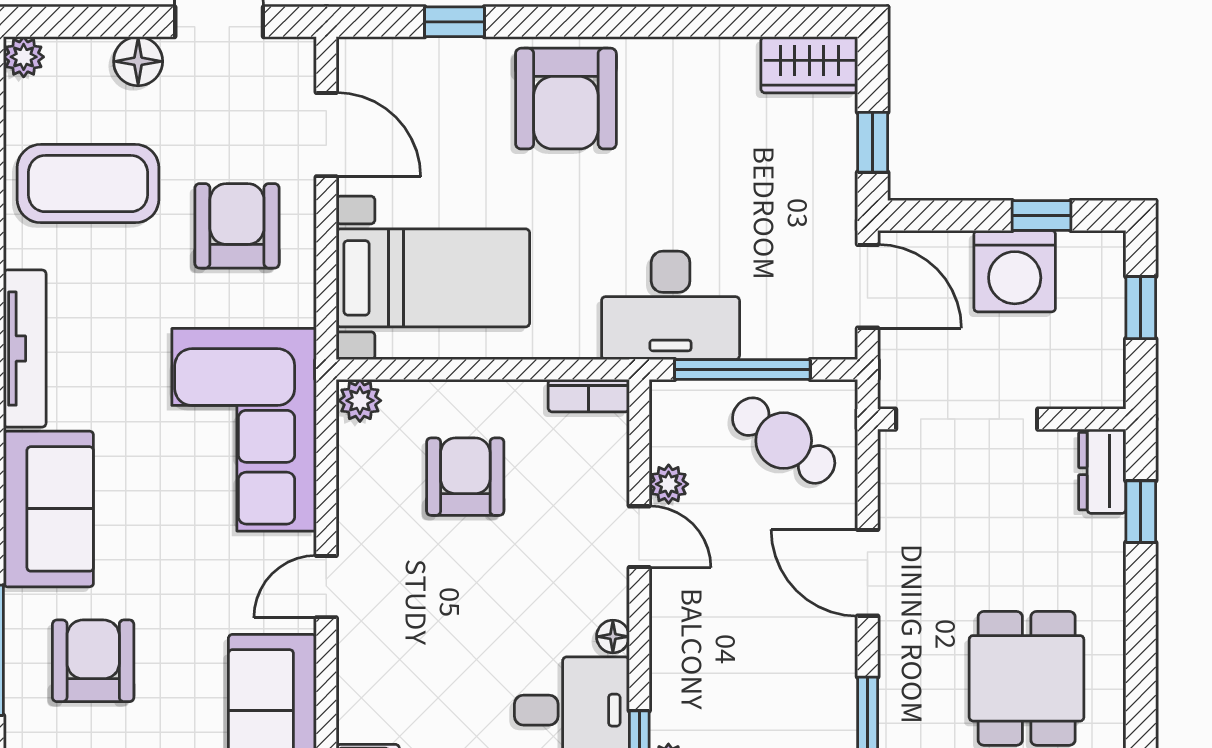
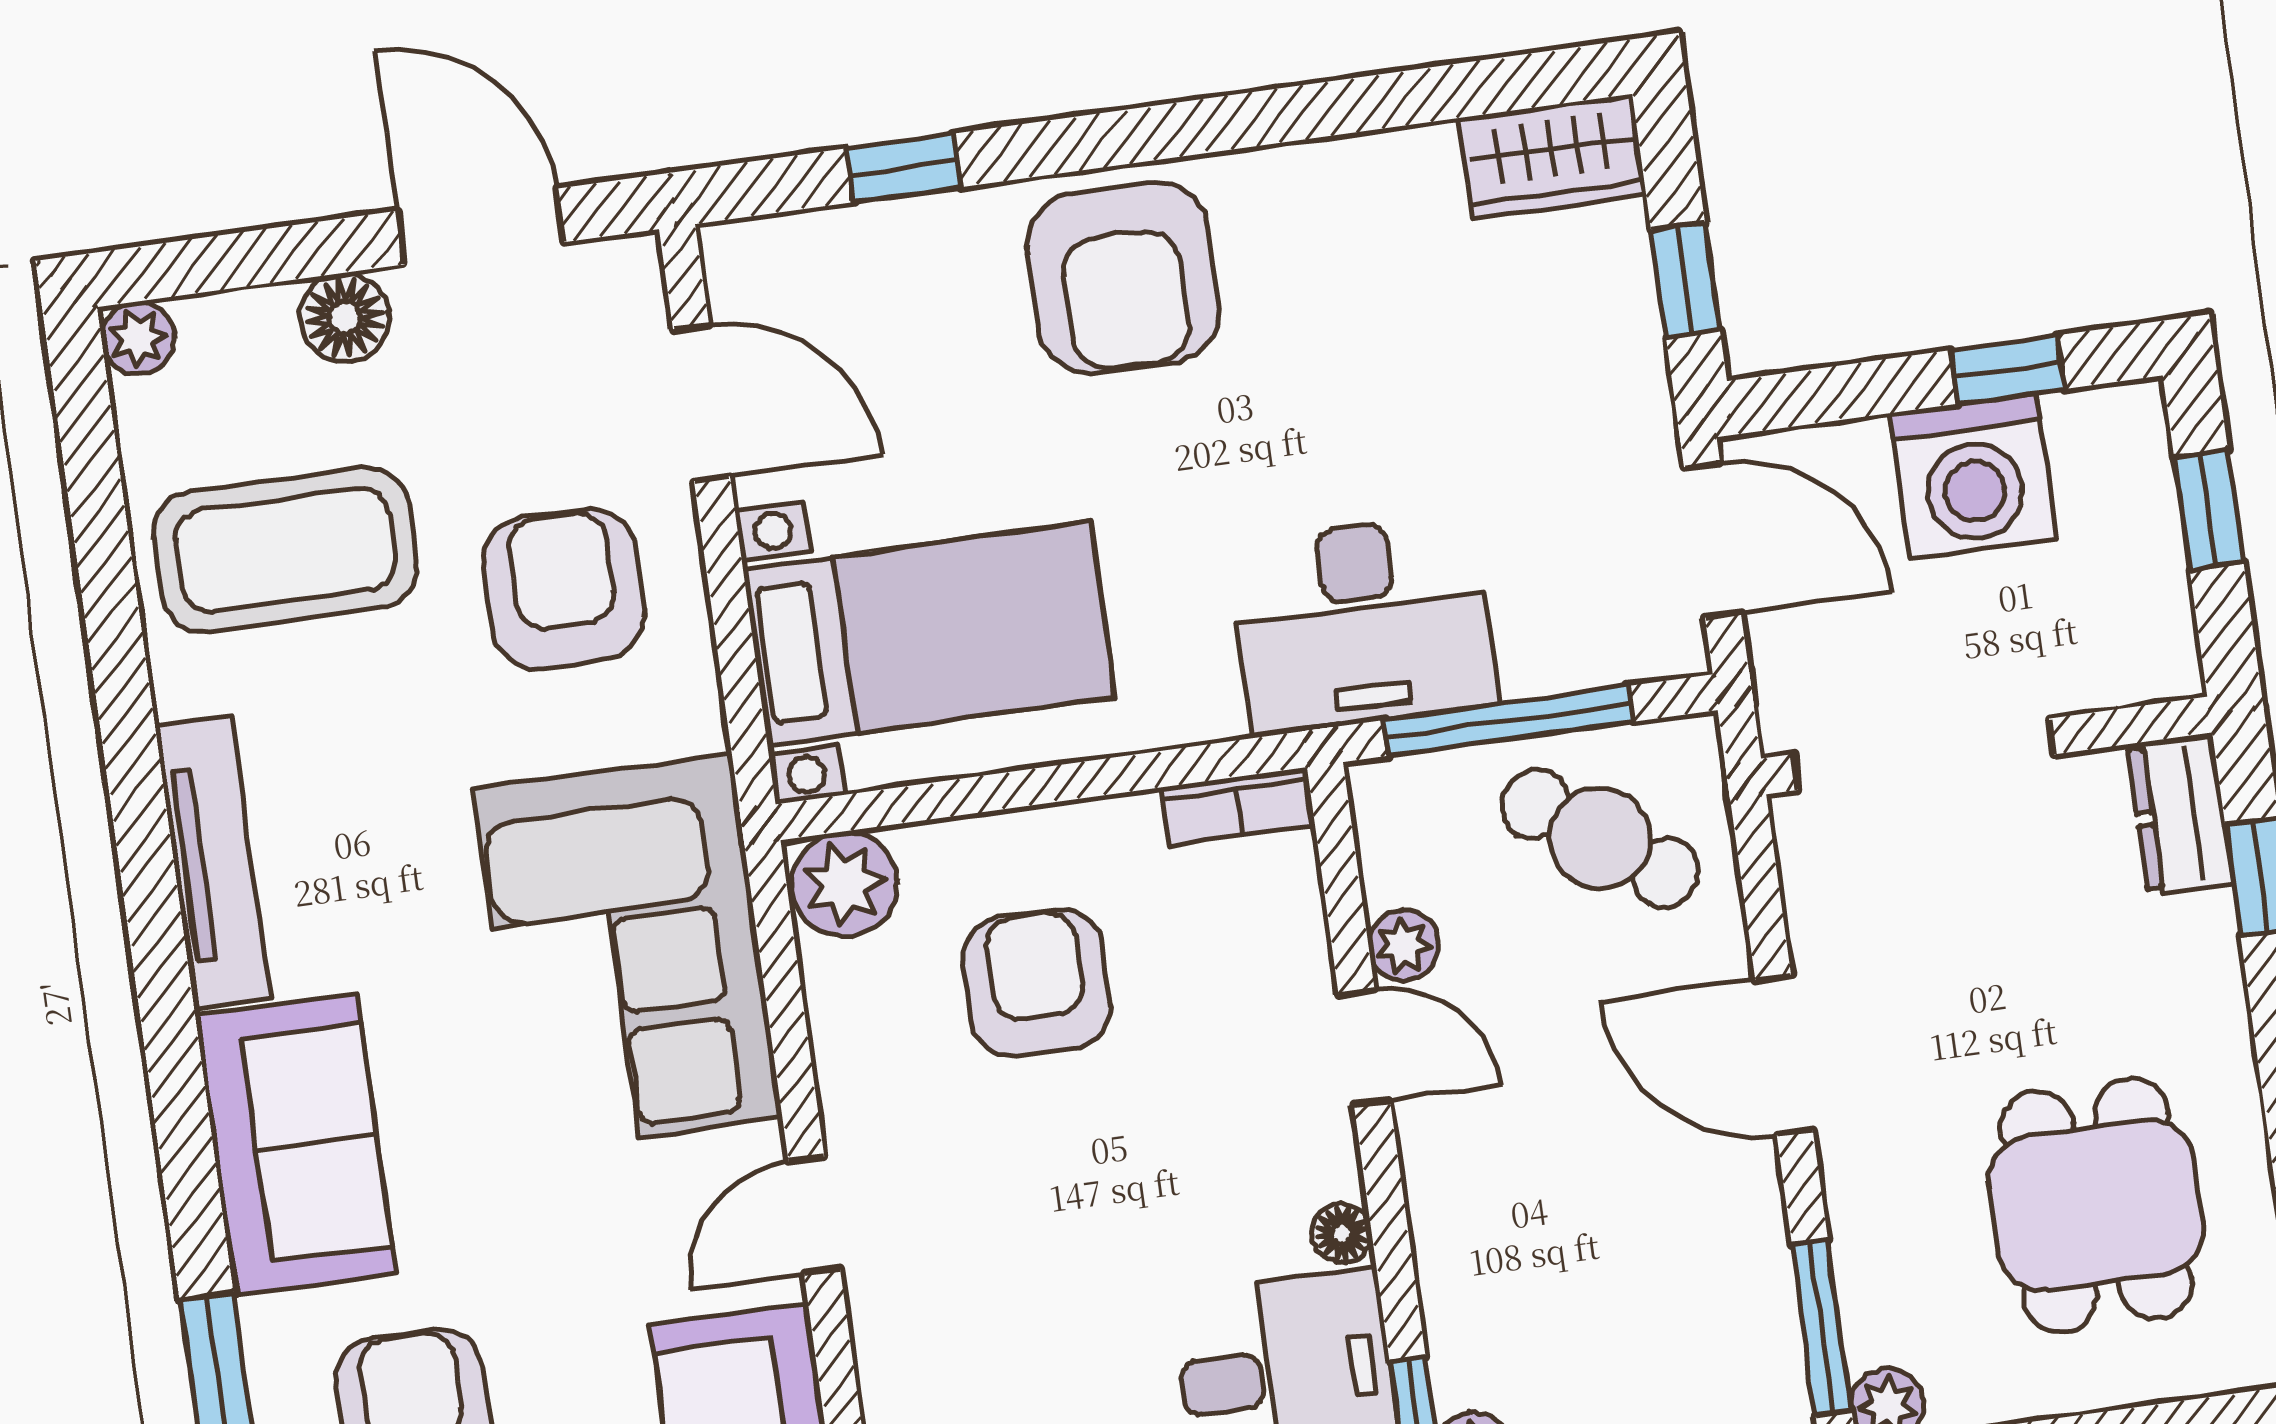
plant: (360, 401) -> (844, 884), width x1.38, depth x1.38

